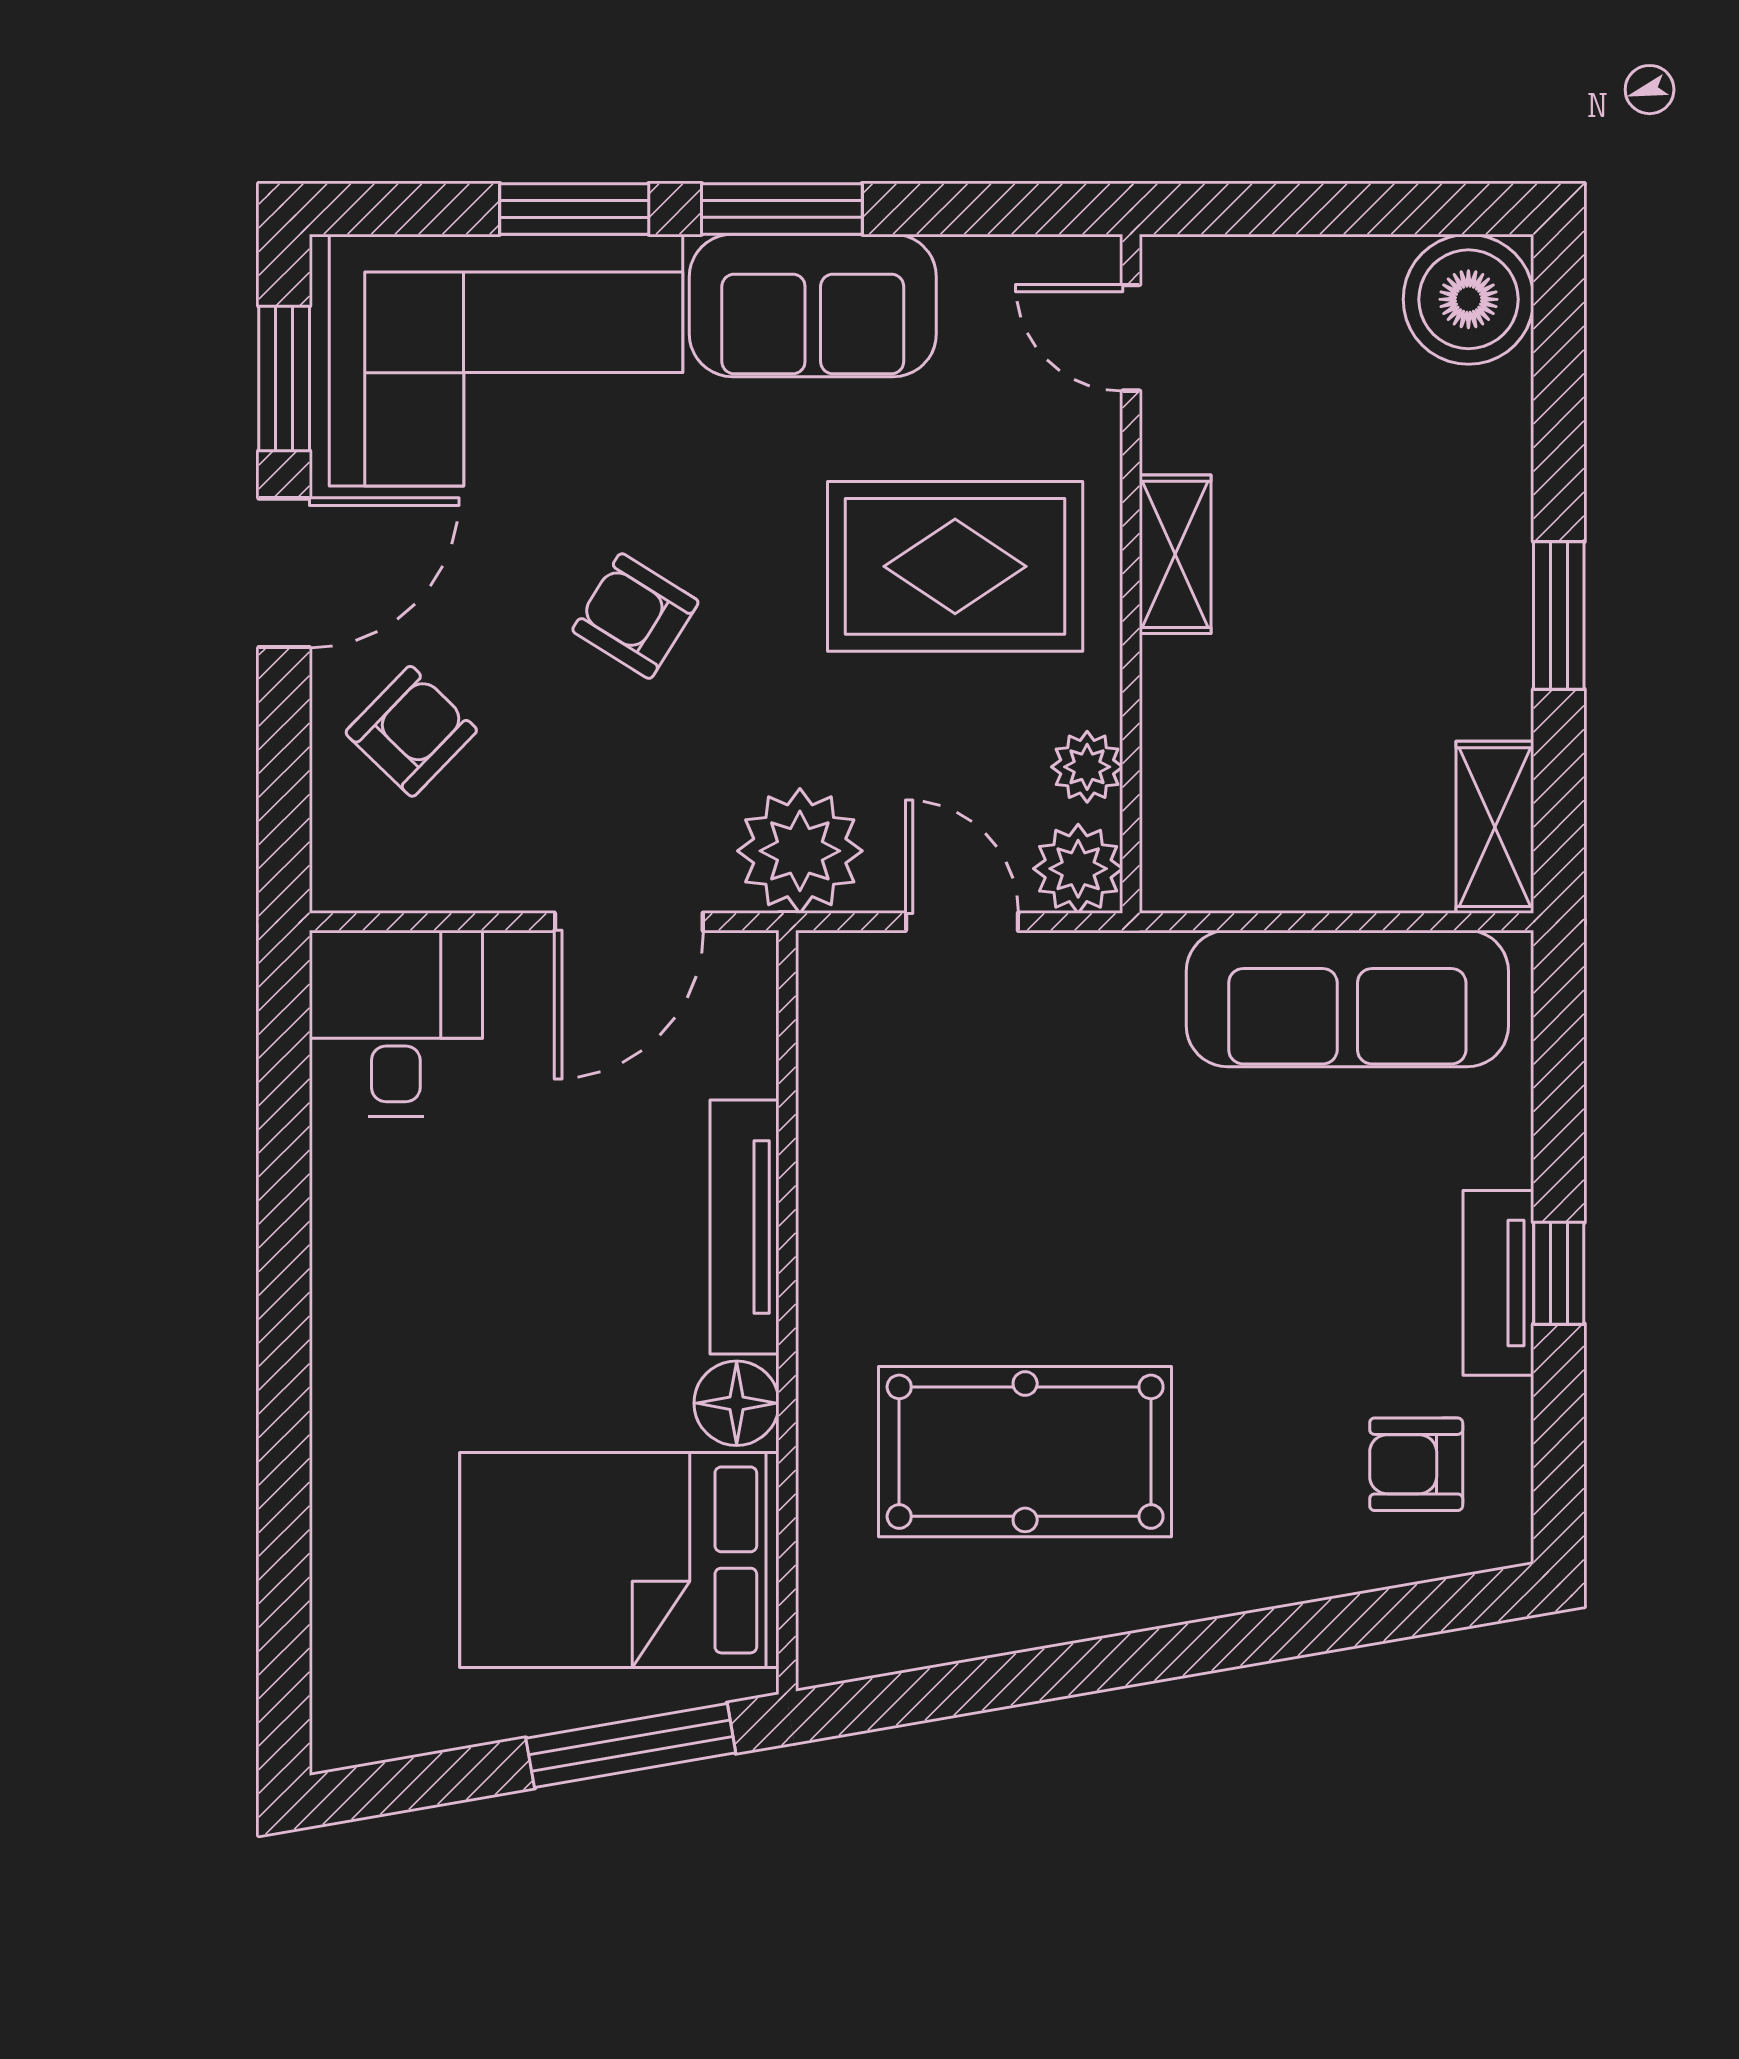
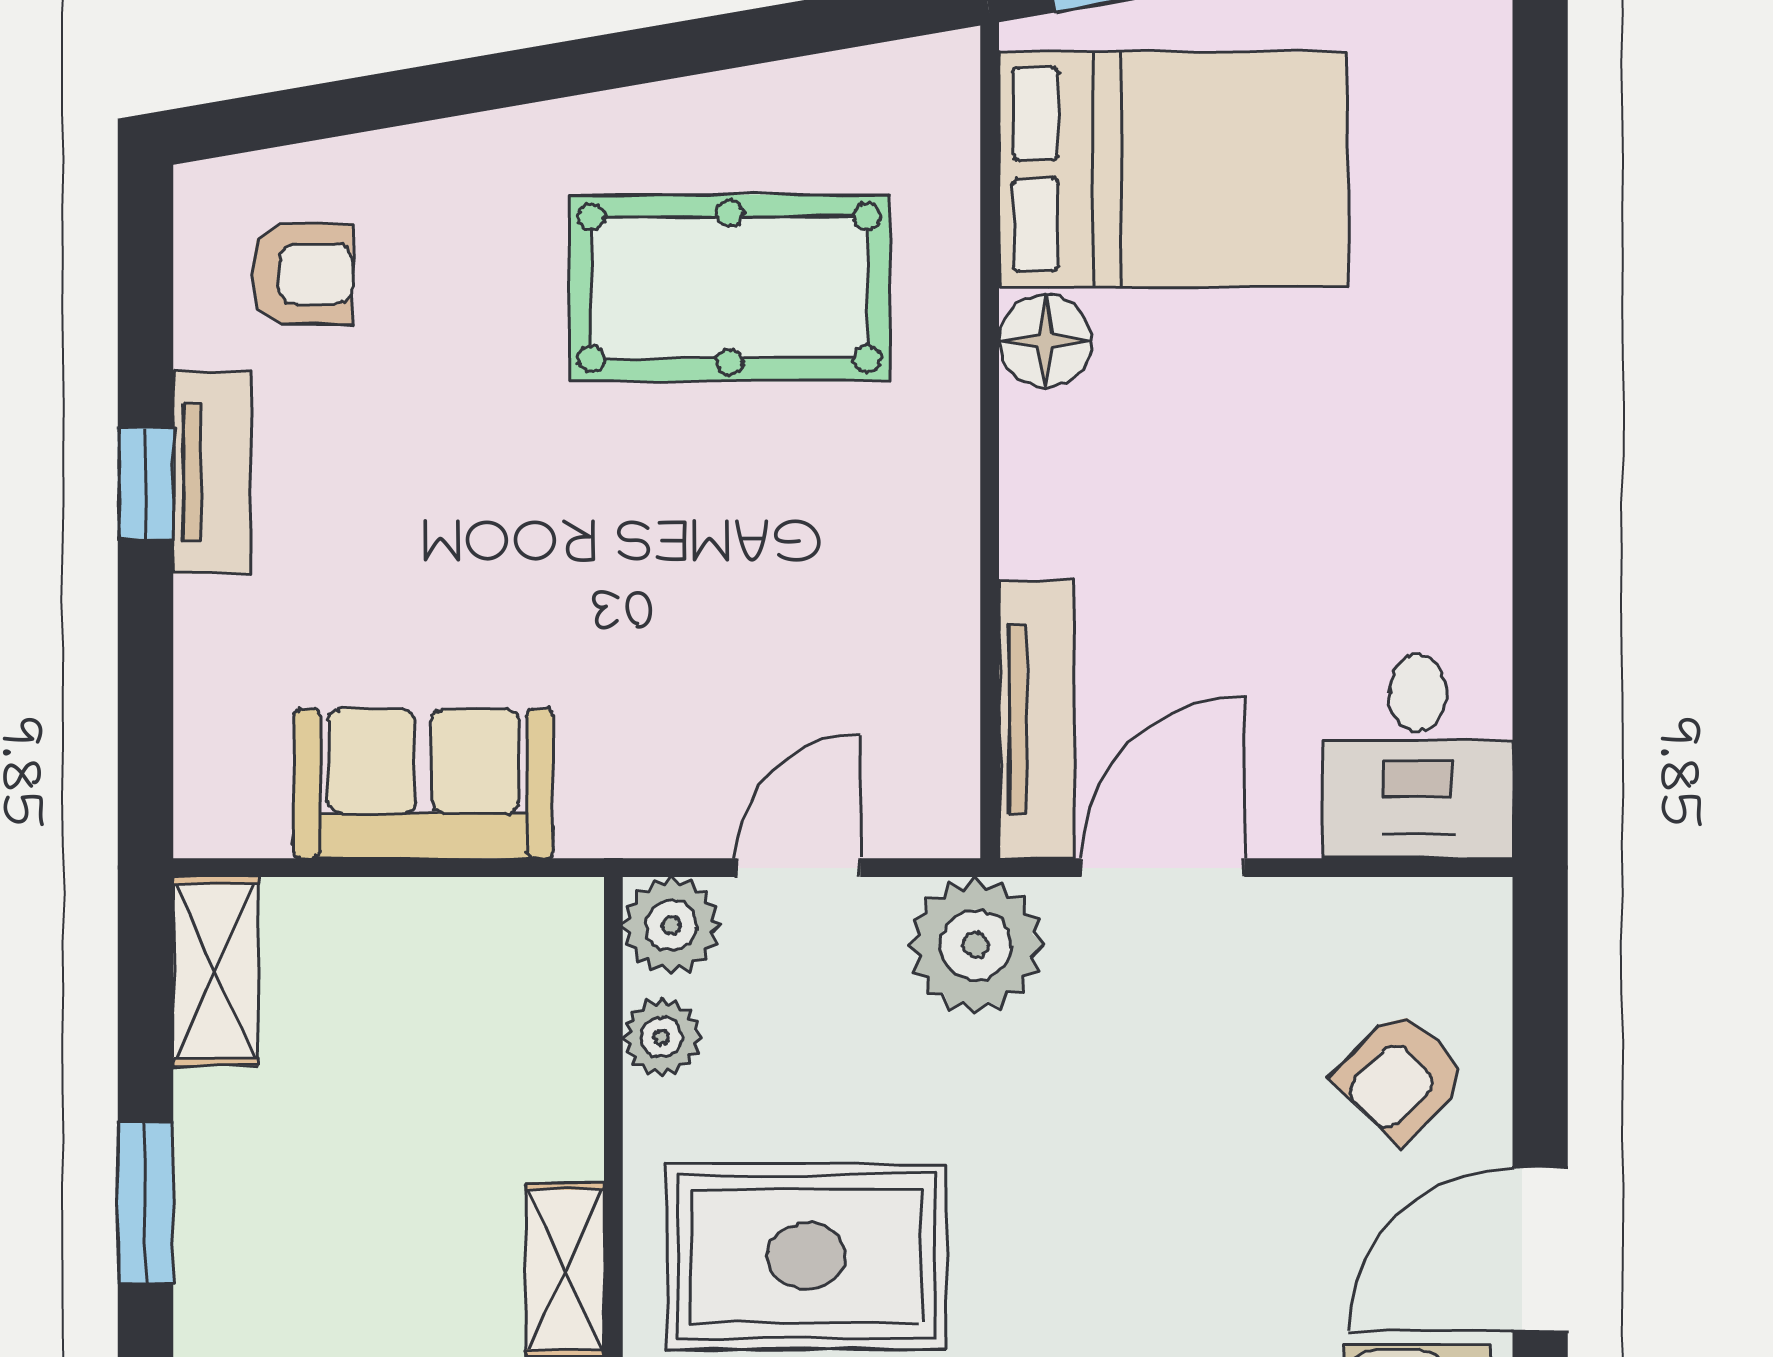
armchair: (635, 616) -> (1156, 1202), removed
door: (962, 922) -> (799, 868), swing flipped
sofa: (1347, 999) -> (423, 784), width x0.73
tv unit: (744, 1227) -> (1036, 719), moved

